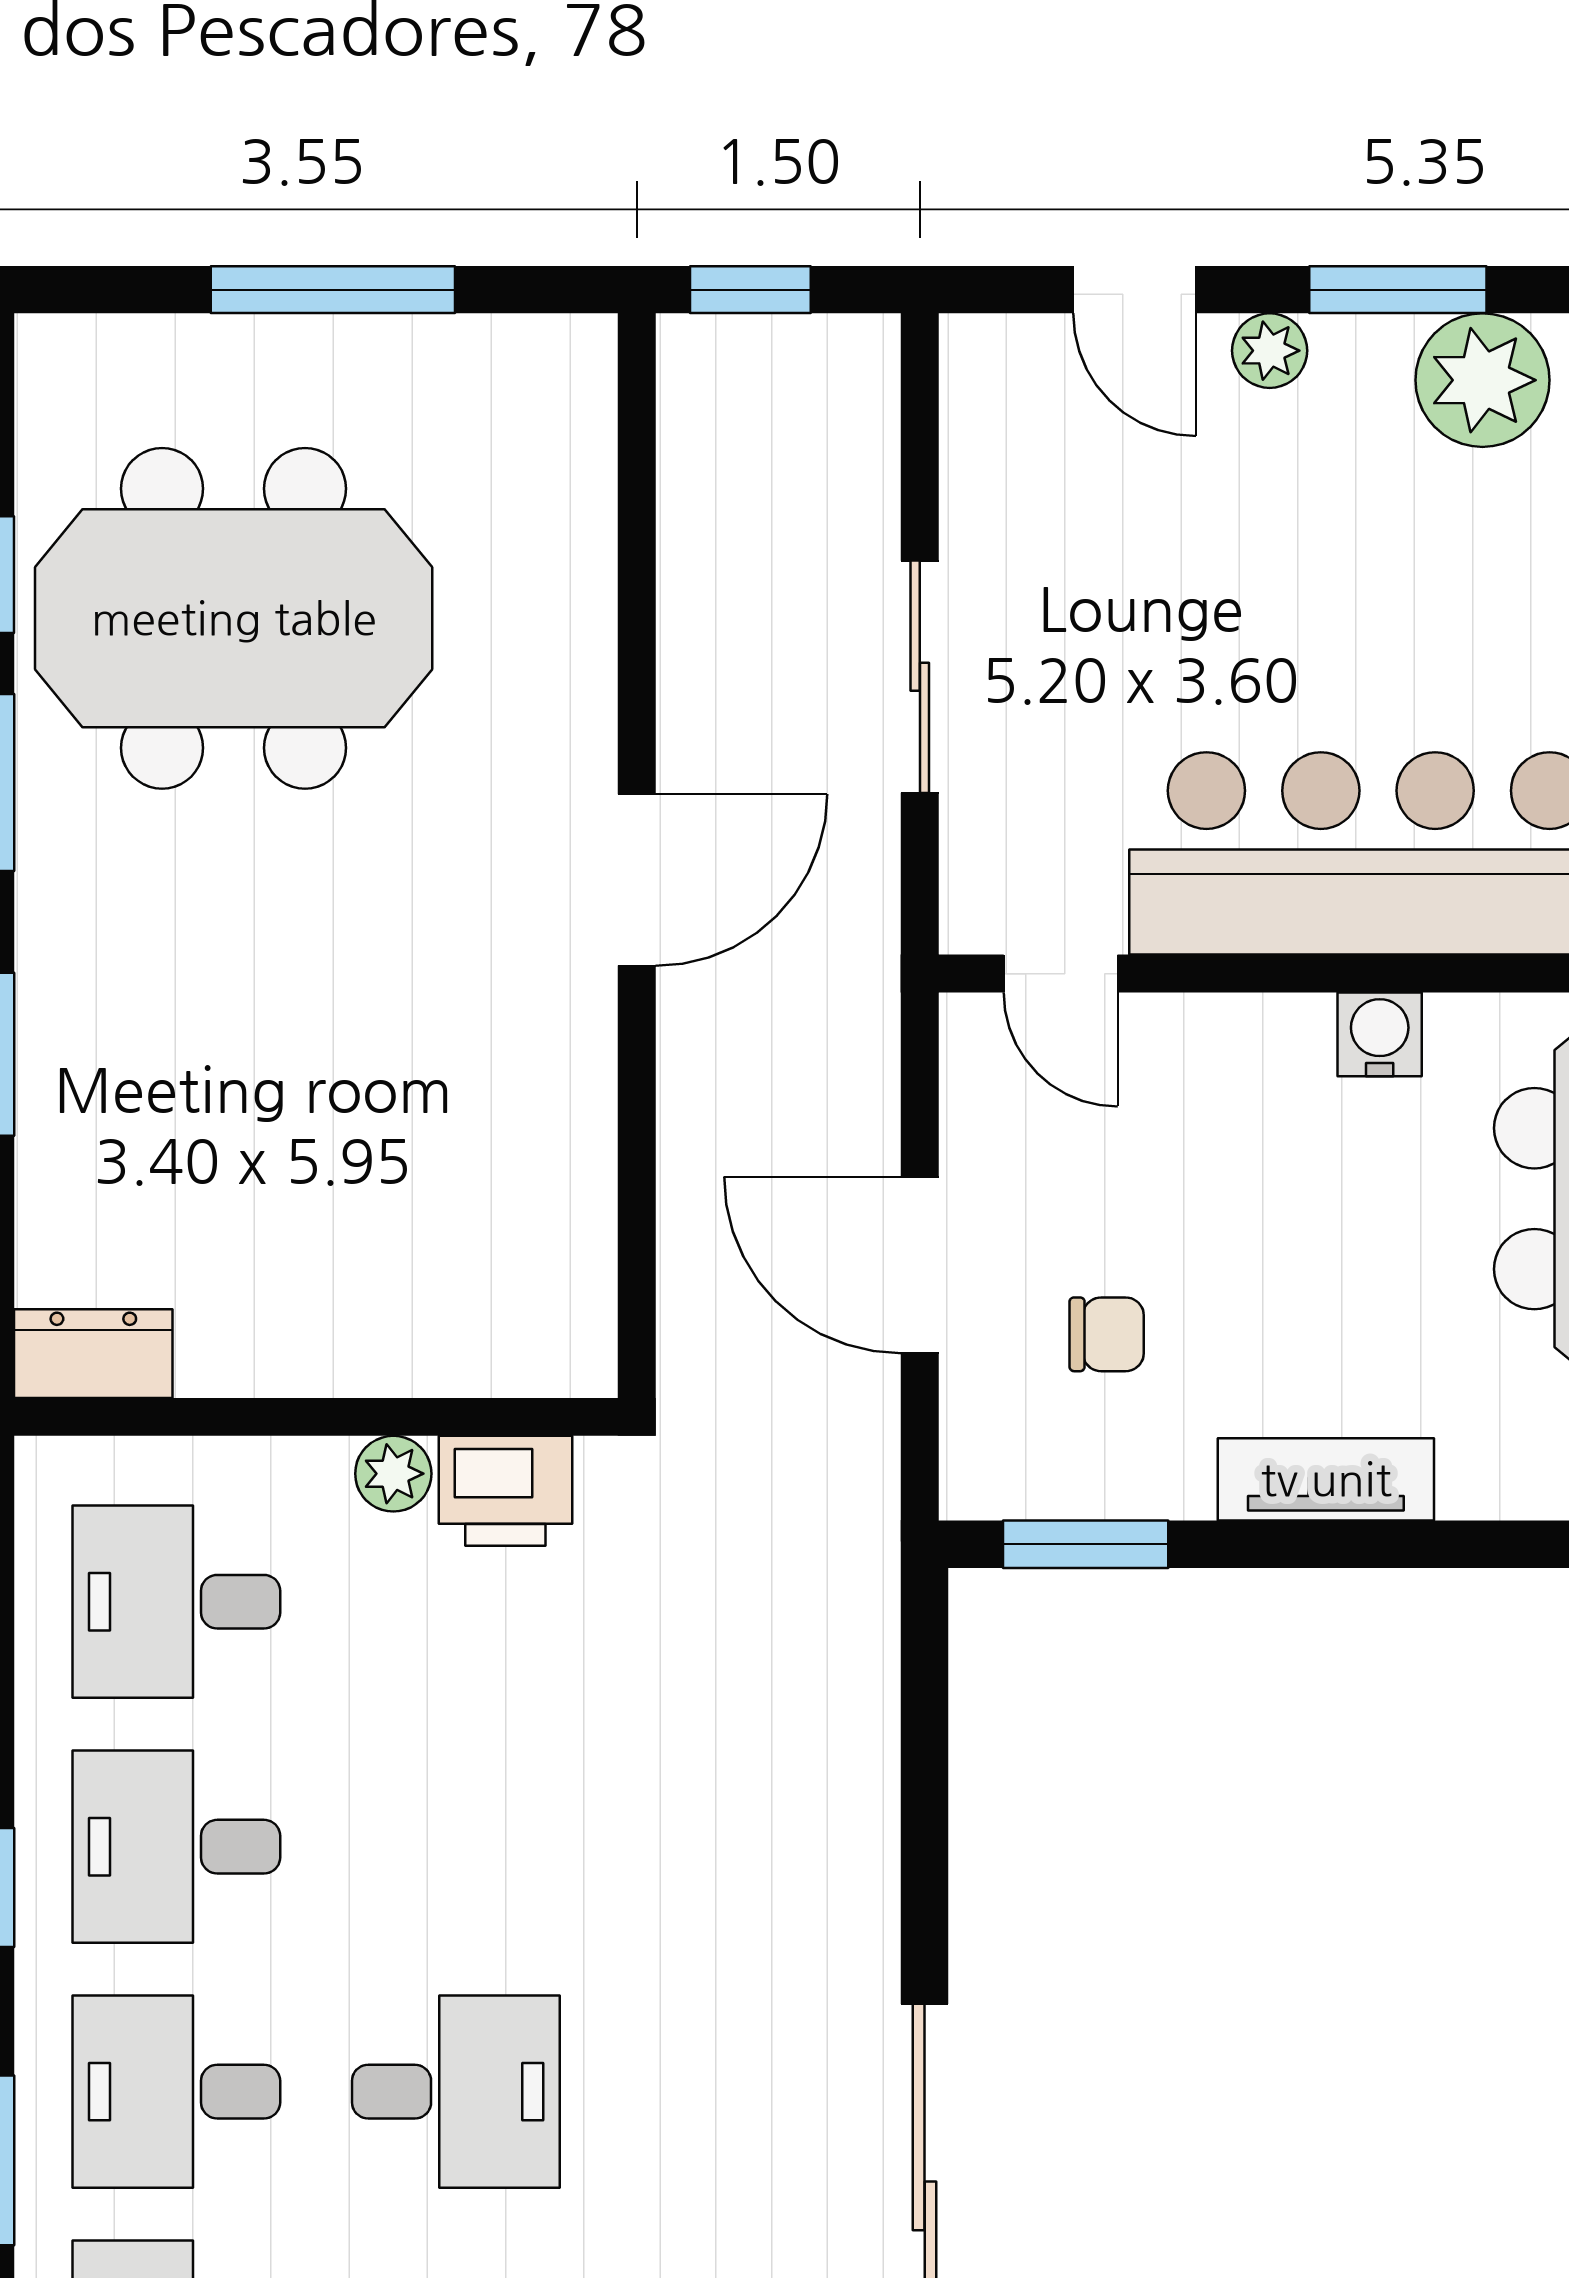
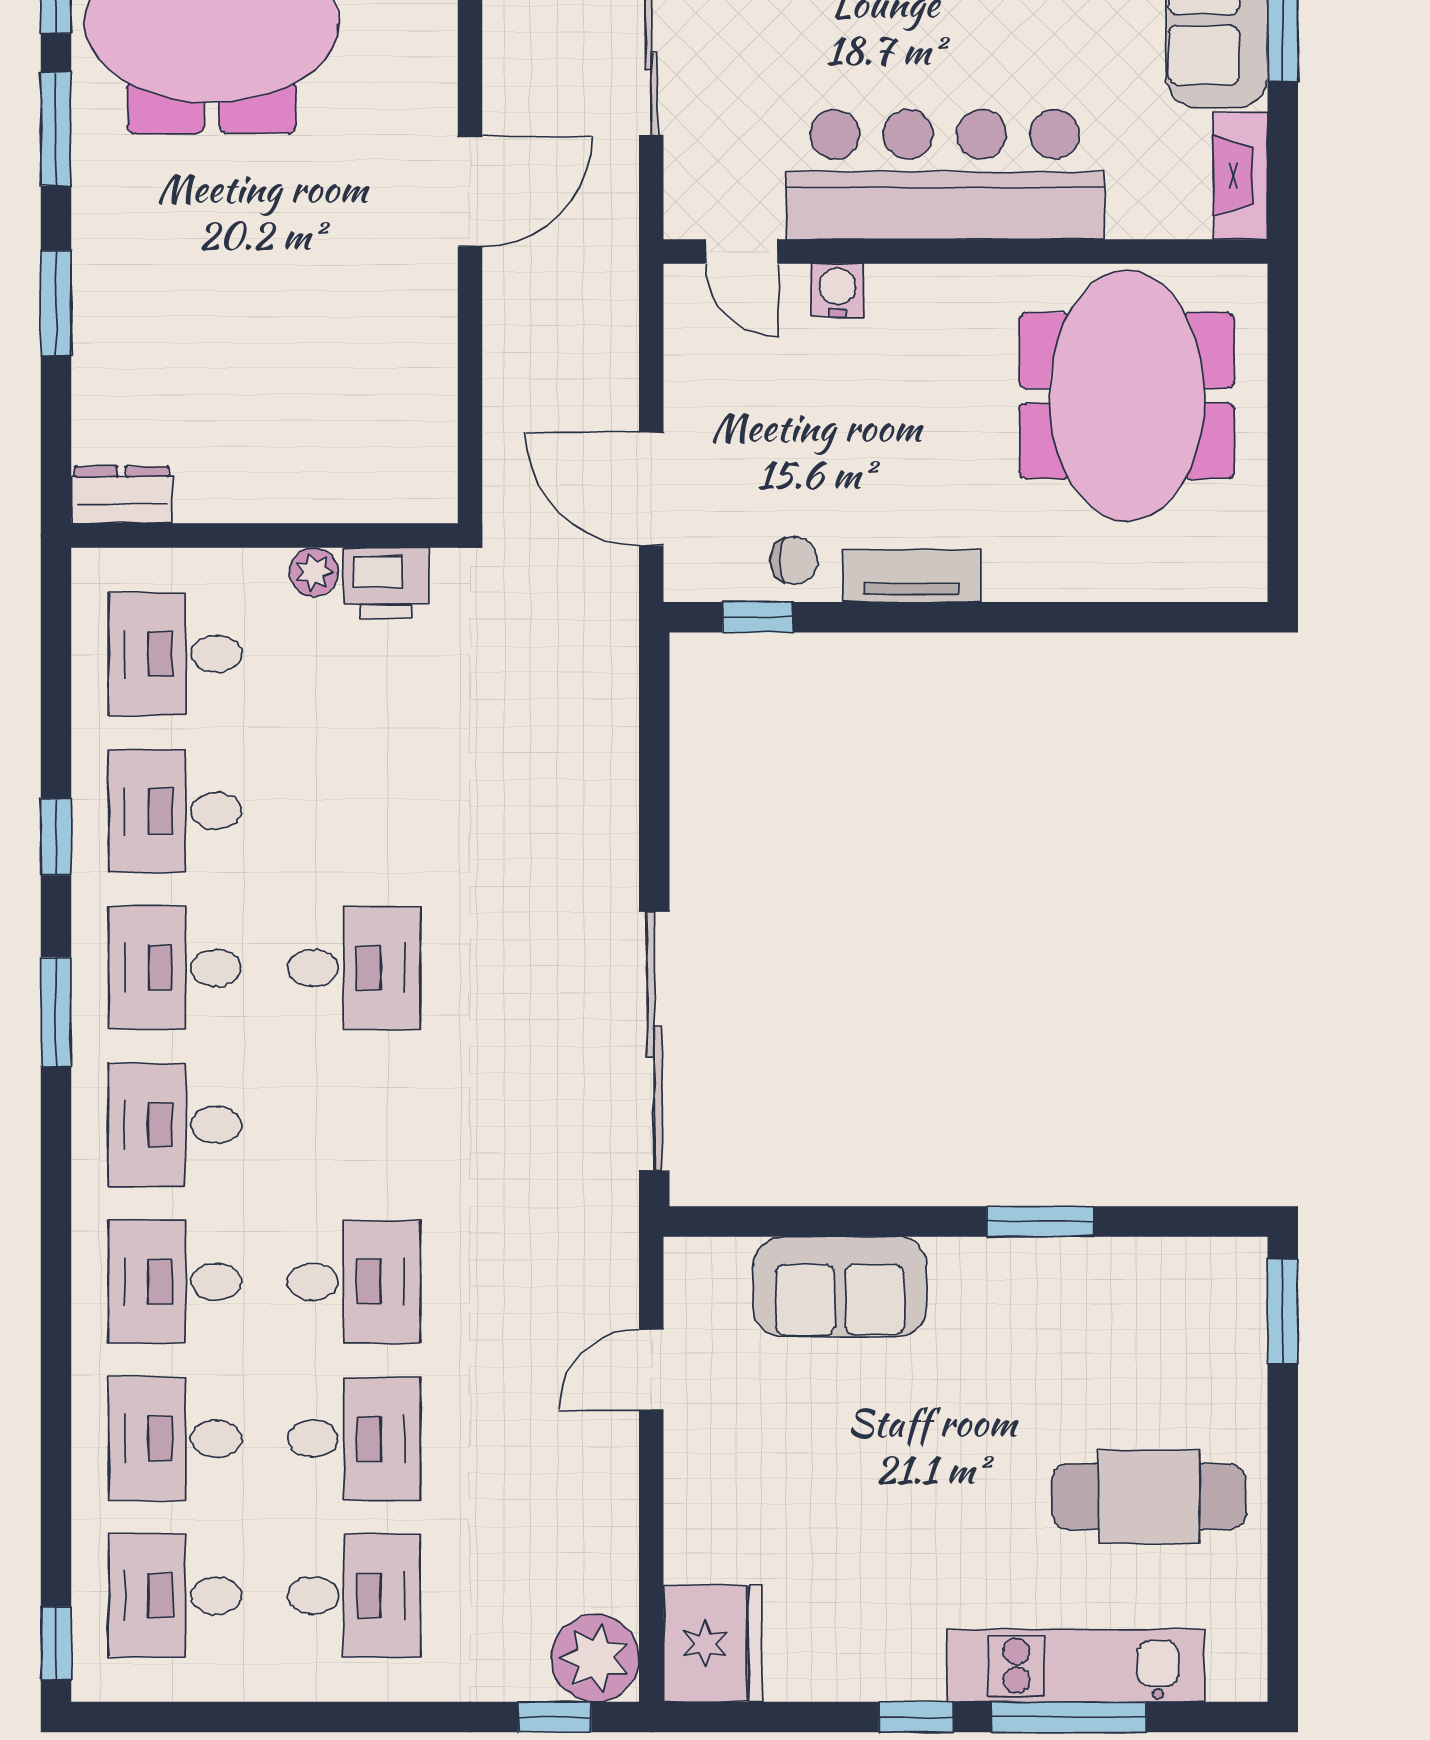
water cooler: (1380, 1034) -> (837, 291), moved
door: (920, 1265) -> (651, 489), moved
chair: (1107, 1334) -> (794, 560), moved
window: (1086, 1544) -> (758, 617), width x0.67

